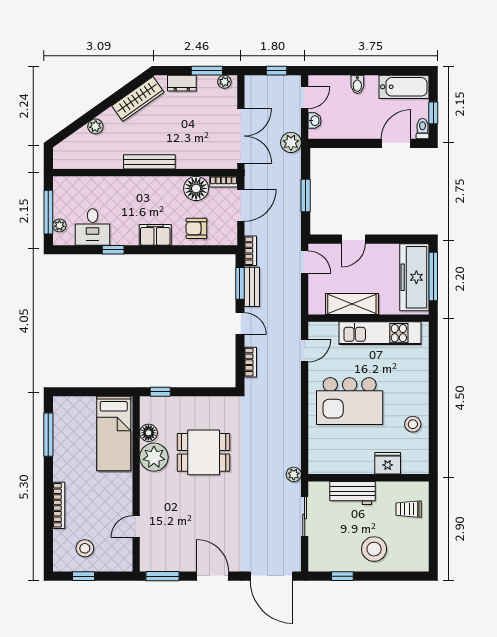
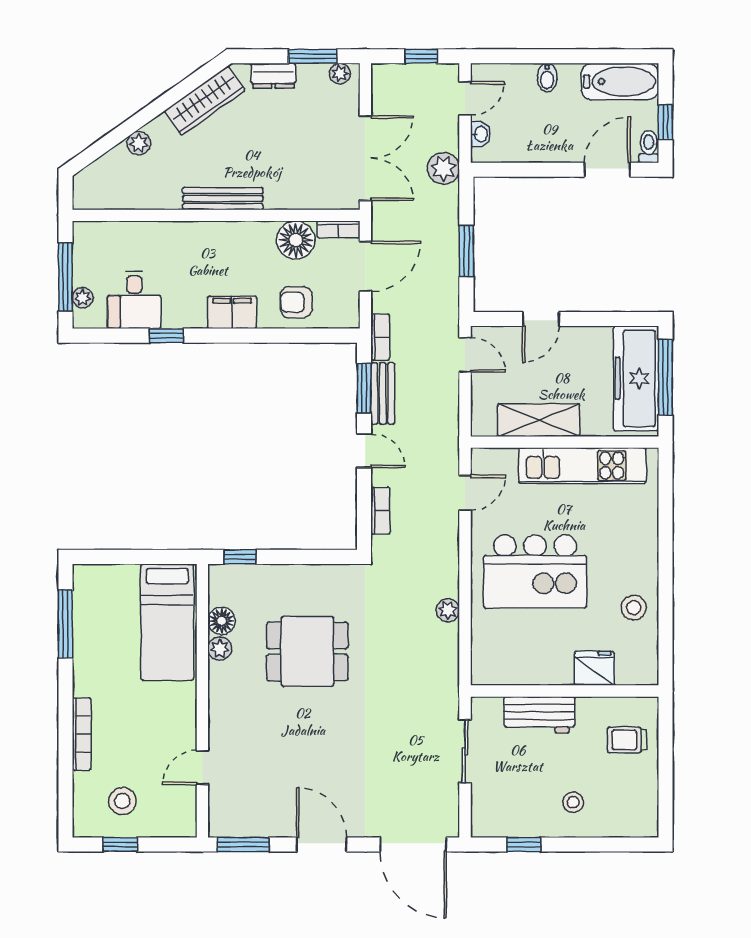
plant: (154, 457) -> (220, 649), width x0.53, depth x0.53
plant: (294, 474) -> (448, 610), moved
stool: (374, 549) -> (573, 802), width x0.53, depth x0.53

